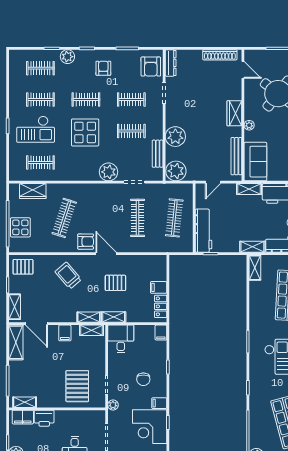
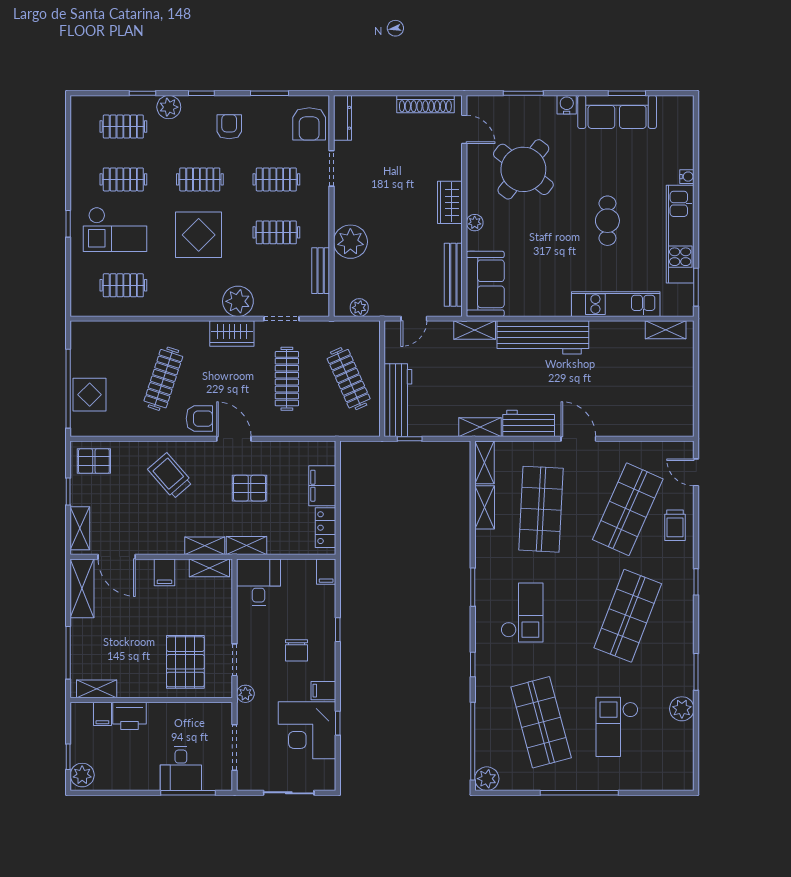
plant: (176, 171) -> (359, 308), width x0.53, depth x0.53
wardrobe: (33, 191) -> (232, 334), moved
clothes rail: (174, 218) -> (349, 379), turned -30
filing cabinet: (159, 287) -> (322, 486), width x2.00
shelving: (255, 294) -> (485, 507), added
filing cabinet: (23, 417) -> (102, 714), width x0.50

